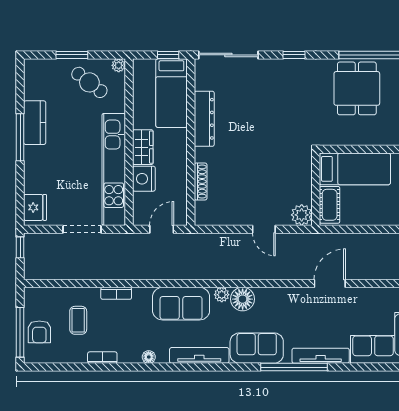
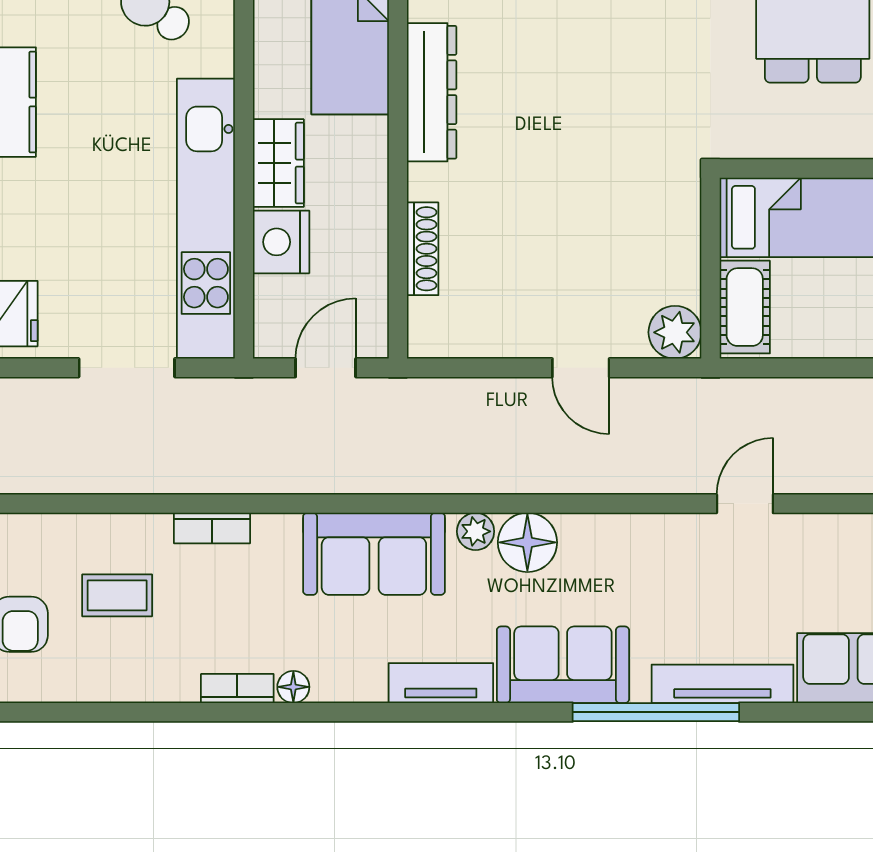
door: (330, 284) -> (745, 504), width x0.73
coffee table: (78, 320) -> (117, 595), turned 90
tv unit: (199, 355) -> (441, 683), width x0.71
bookcase: (102, 358) -> (237, 688), moved

